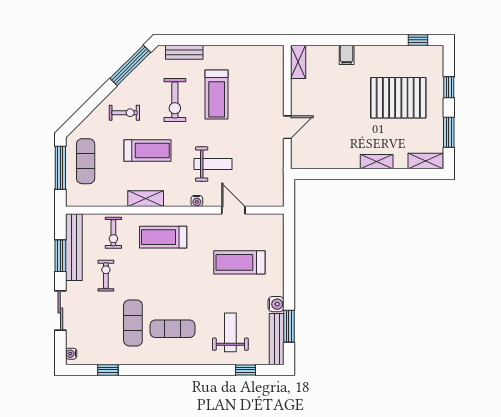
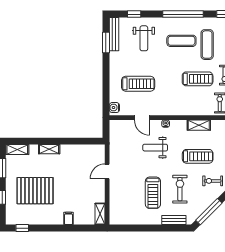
treadmill: (217, 94) -> (153, 193), turned 180
treadmill: (147, 151) -> (198, 156), turned 180
treadmill: (163, 237) -> (198, 79), moved
water cooler: (276, 304) -> (114, 108), moved
window: (170, 370) -> (183, 14), added

